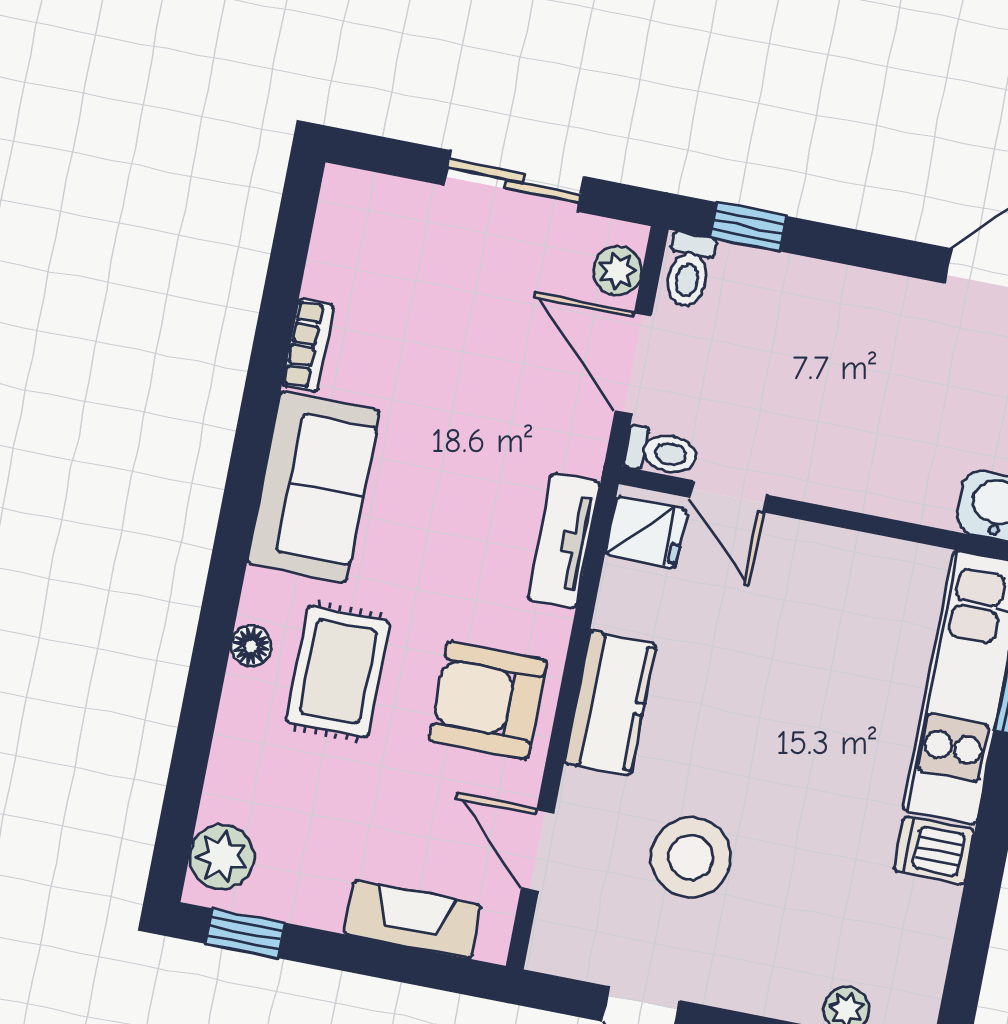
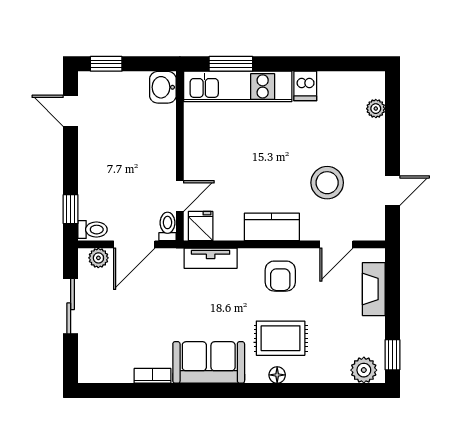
armchair: (488, 700) -> (280, 276), width x0.72, depth x0.72

